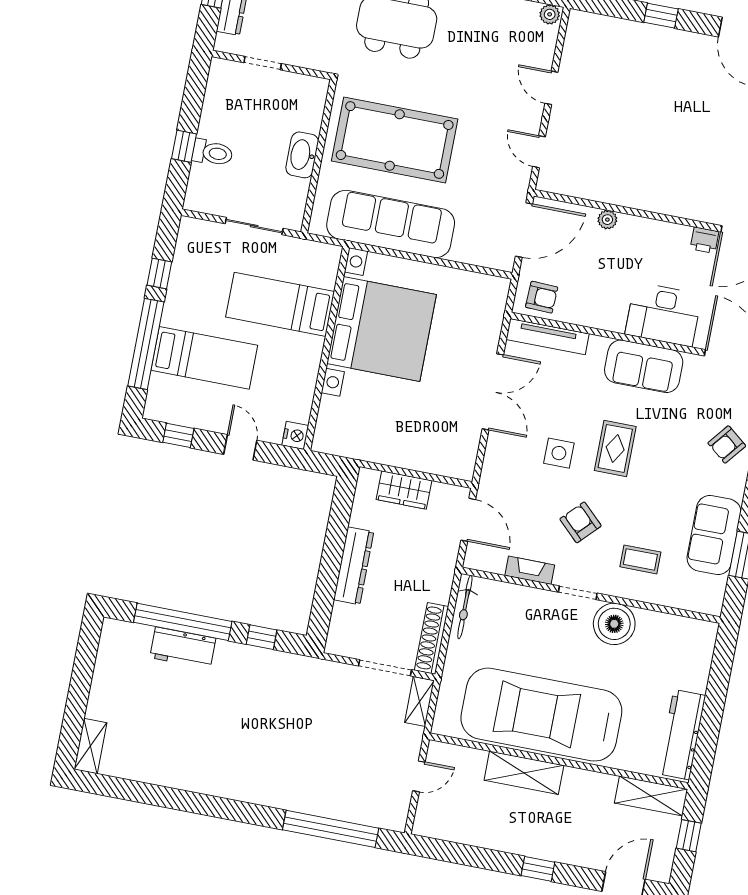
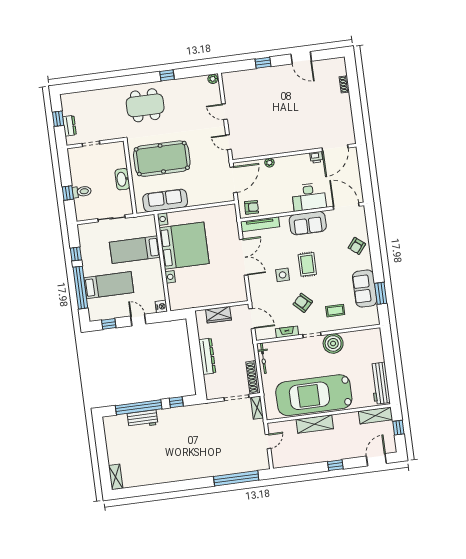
sofa: (391, 224) -> (165, 201), width x0.74, depth x0.79

